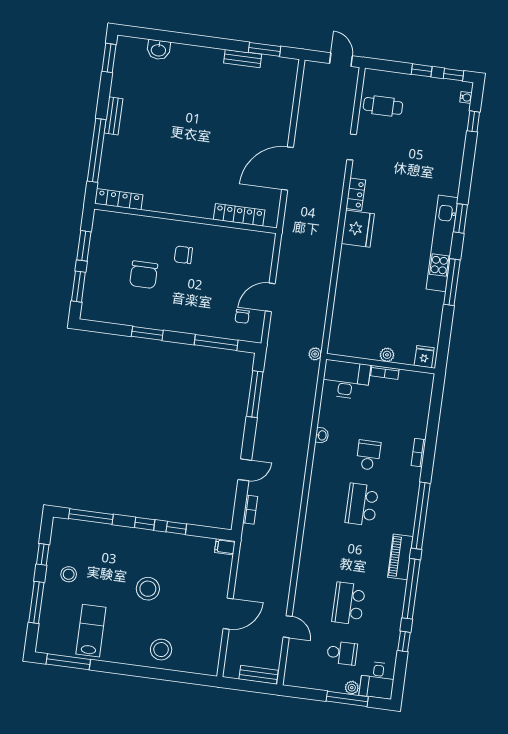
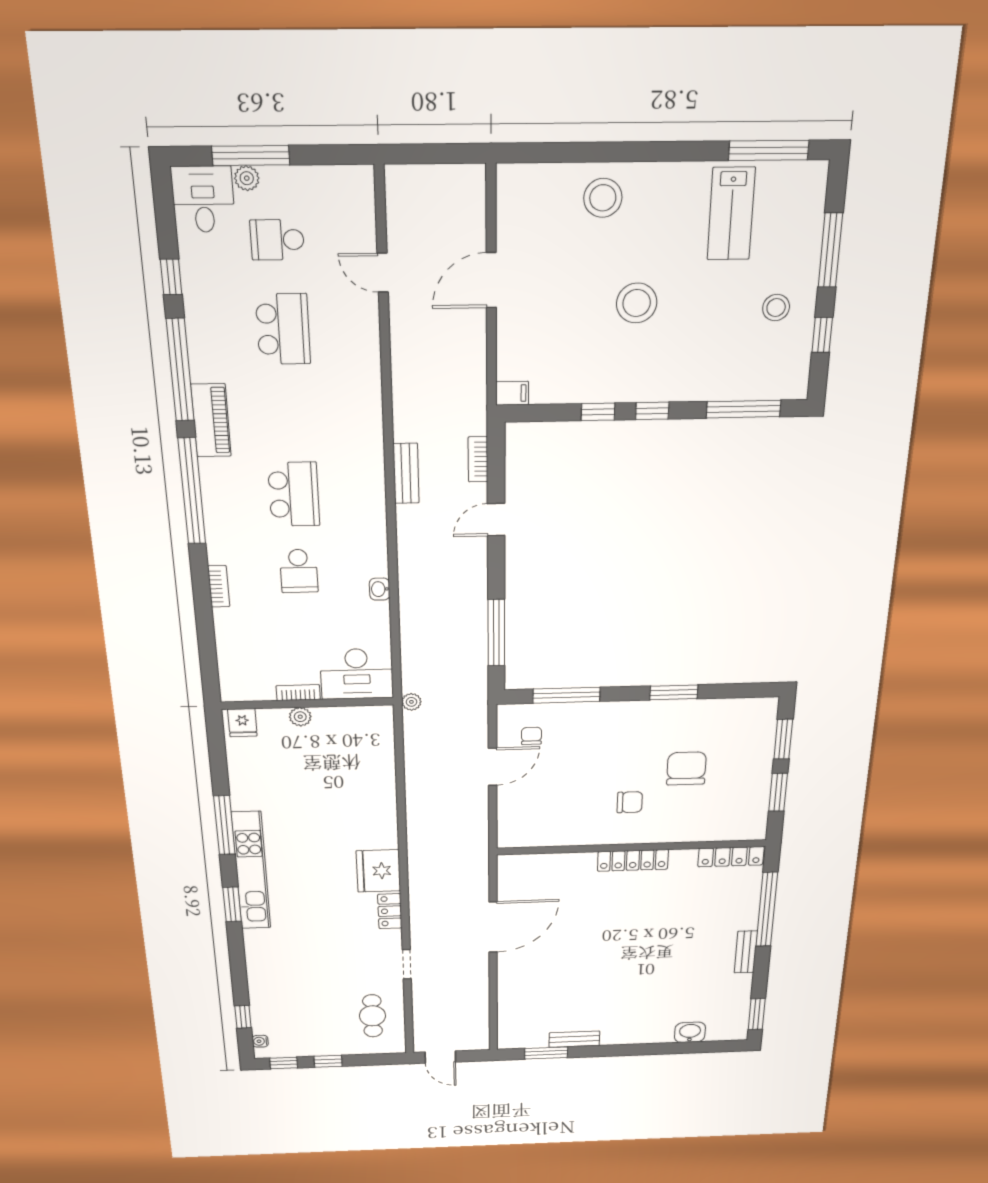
cafe table: (383, 106) -> (372, 1016), turned 90
locker: (239, 215) -> (633, 860), moved
bench: (259, 675) -> (406, 473), moved, turned 90

